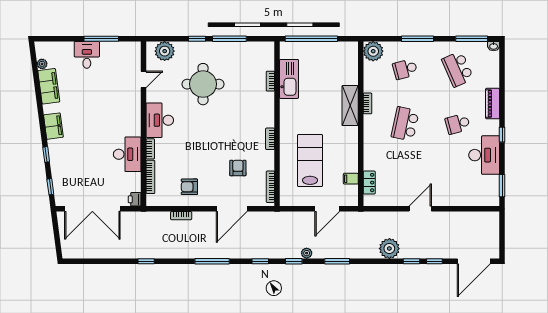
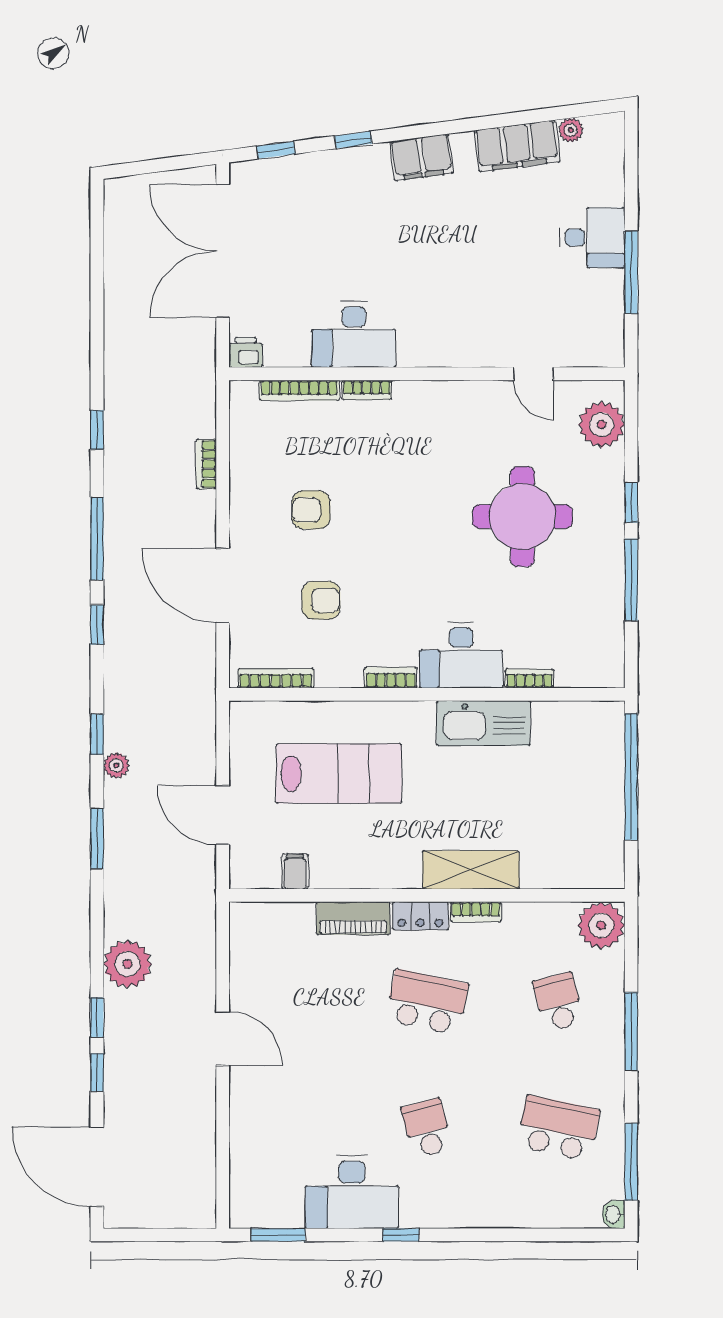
school desk: (458, 69) -> (558, 1128), turned 36
kitchen sink: (289, 79) -> (483, 723), moved
piano: (493, 104) -> (353, 918), moved, turned 180
desk: (160, 120) -> (461, 655), moved, turned 180
locker: (369, 183) -> (420, 916), moved
armchair: (189, 187) -> (311, 510), moved, turned -90
window: (146, 261) -> (97, 430), moved
window: (260, 261) -> (97, 625), moved

